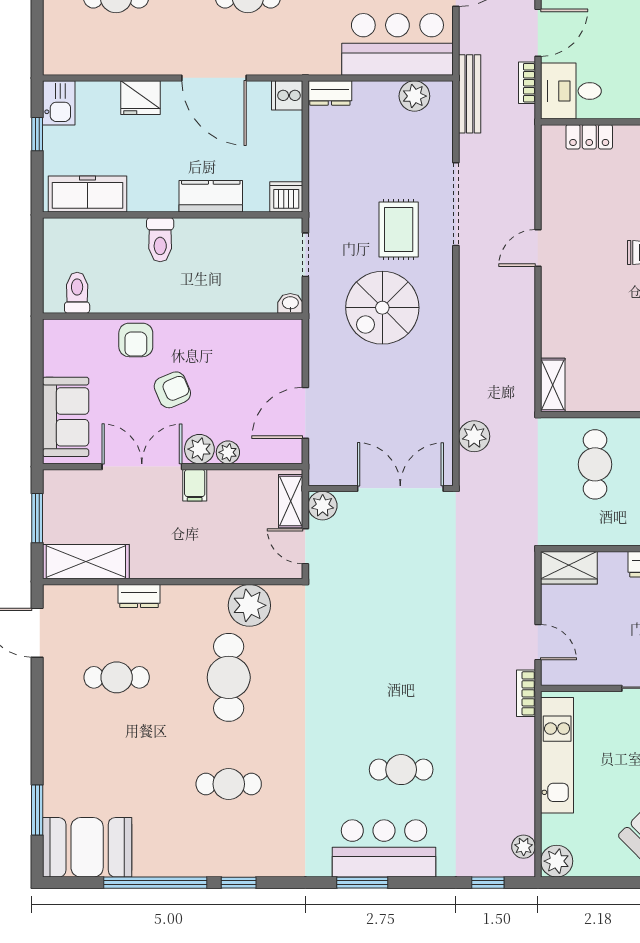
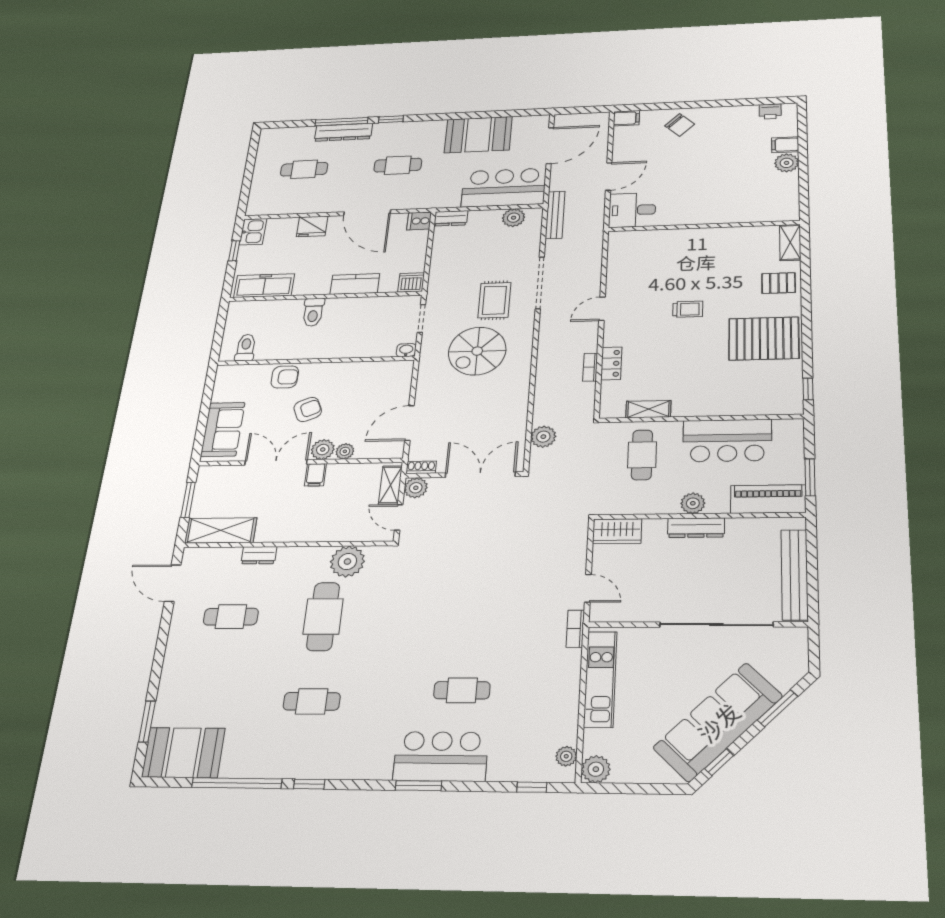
bookcase: (527, 83) -> (590, 367), moved
locker: (589, 137) -> (611, 363), moved, turned -90
armchair: (136, 340) -> (285, 377), turned -90
shelving: (553, 385) -> (648, 409), moved, turned 90
shoe rack: (326, 477) -> (421, 467), added

